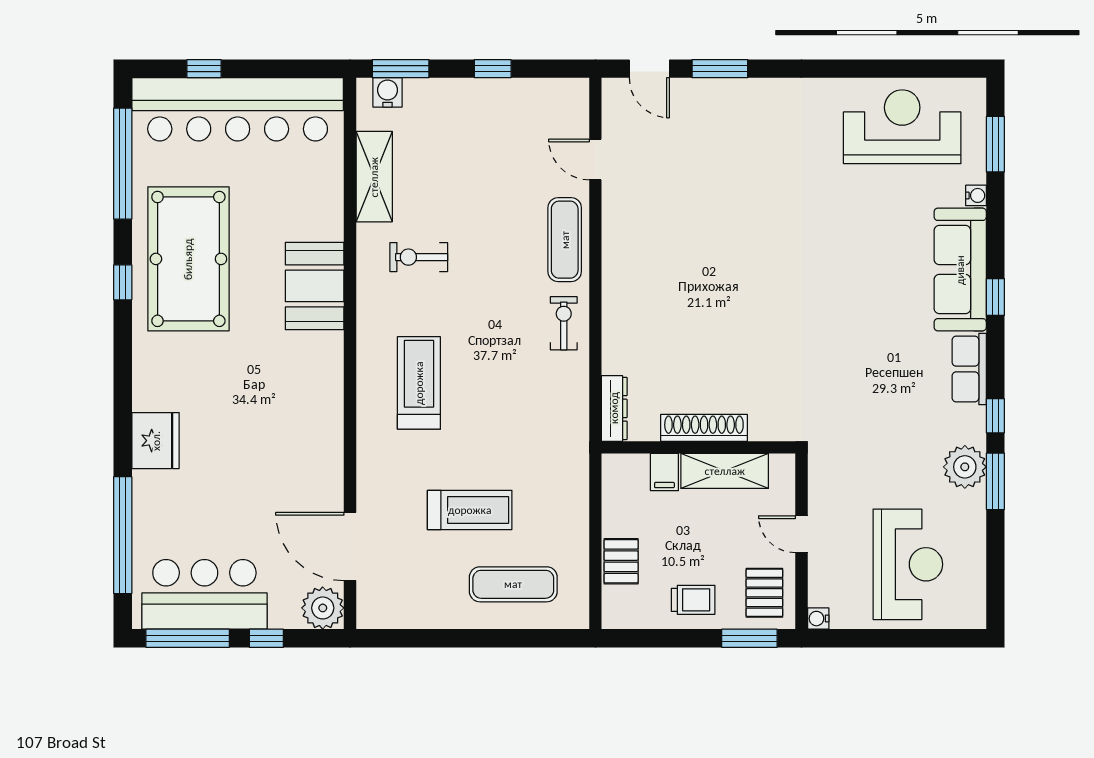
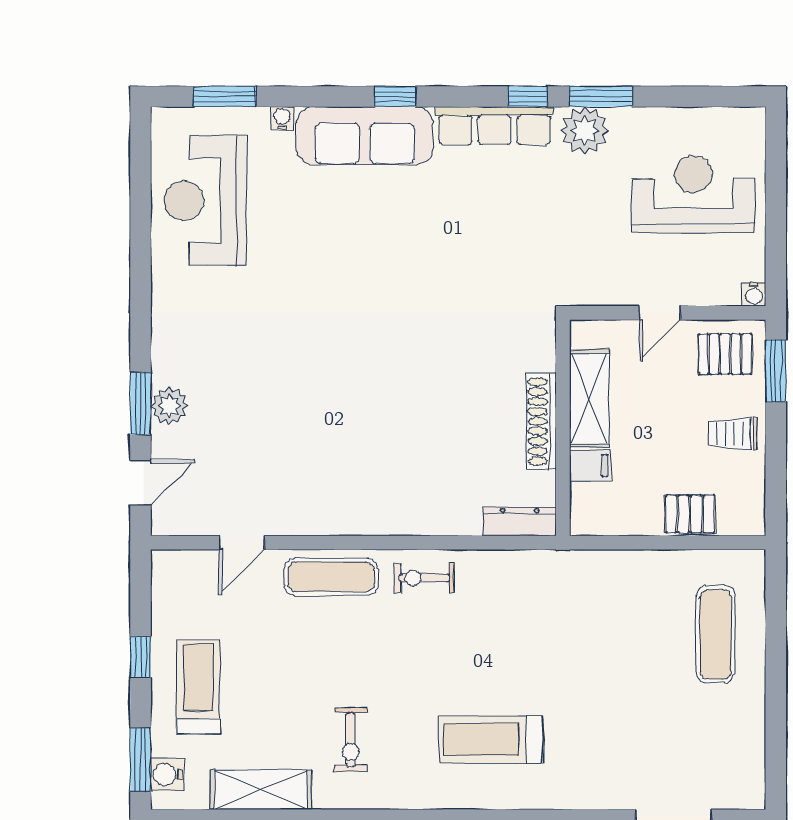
plant: (718, 95) -> (170, 406), added
row of seats: (969, 369) -> (495, 126), width x1.48
treadmill: (470, 510) -> (198, 687), moved
trolley: (693, 600) -> (733, 434), turned -90

